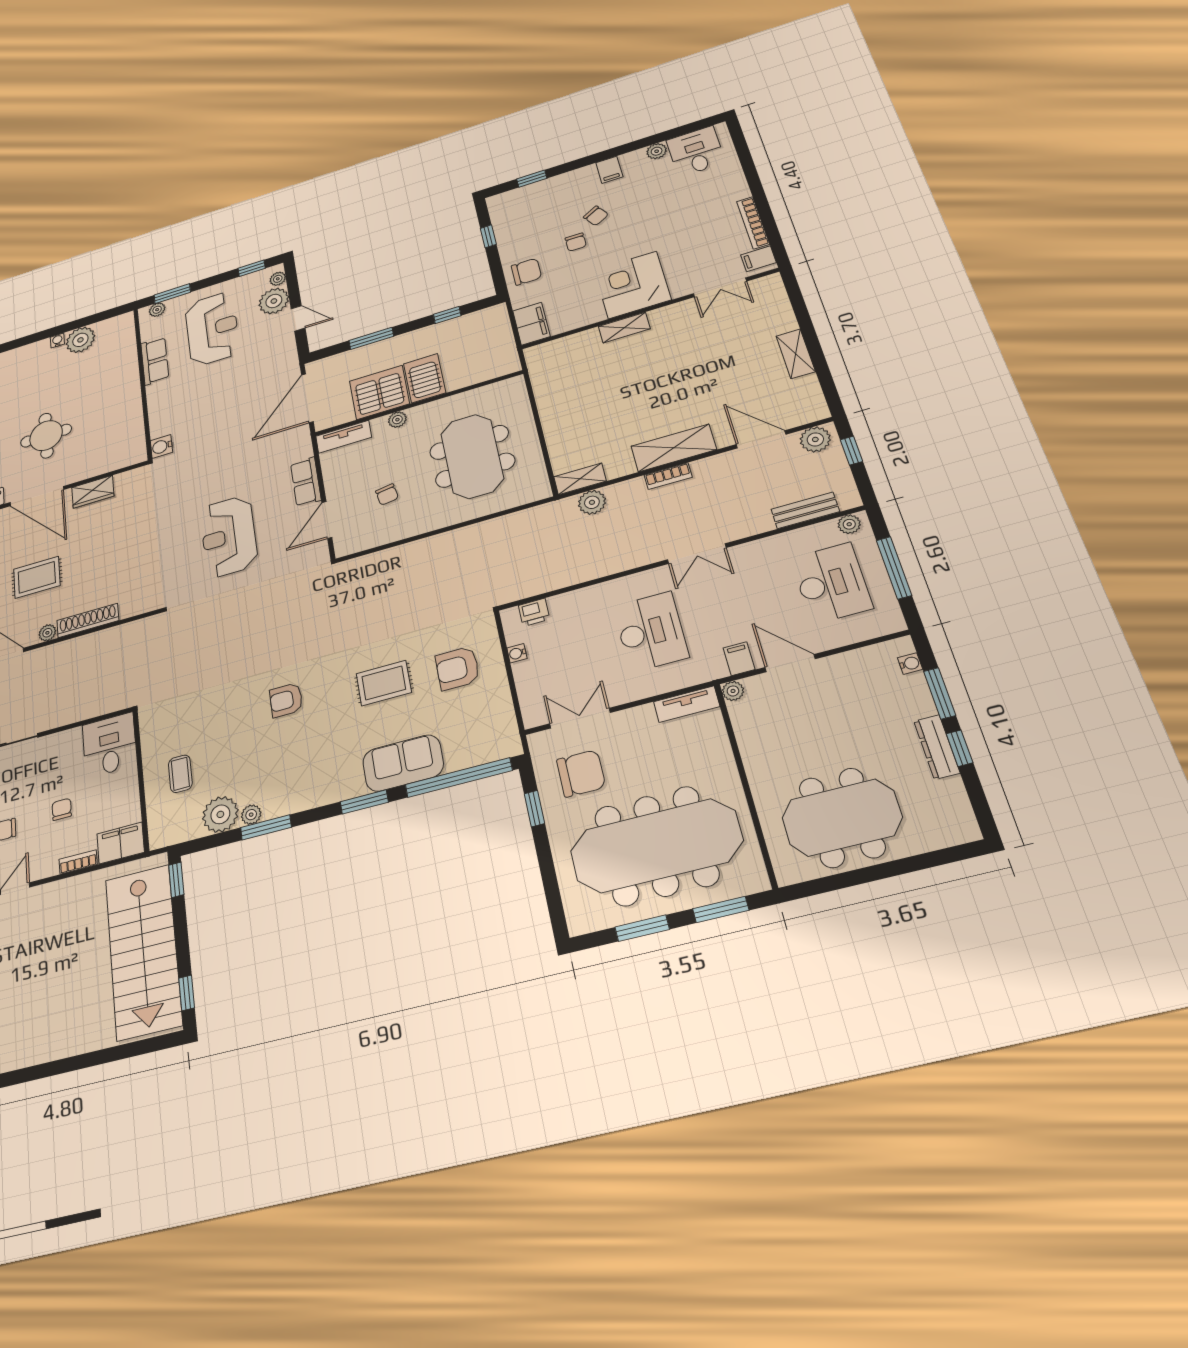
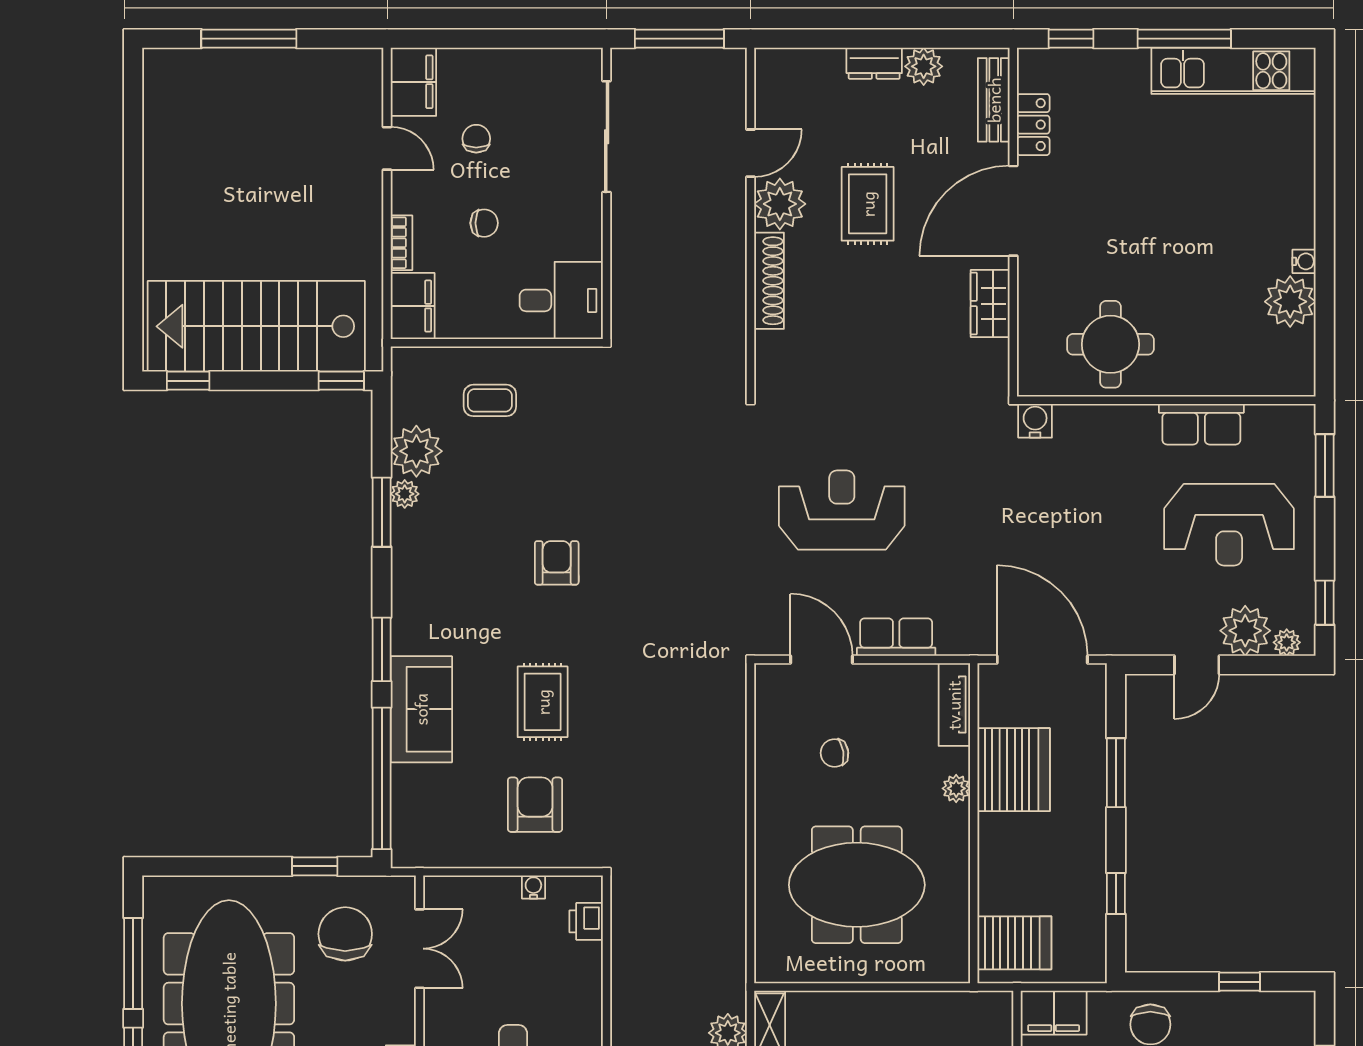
plant: (157, 310) -> (1302, 437), removed
server rack: (425, 378) -> (1014, 943), moved
round table: (46, 436) -> (1110, 344), moved
plant: (47, 633) -> (780, 204), width x1.88, depth x1.88
chair: (581, 773) -> (345, 934), turned 180
window: (642, 928) -> (133, 964), width x1.44

